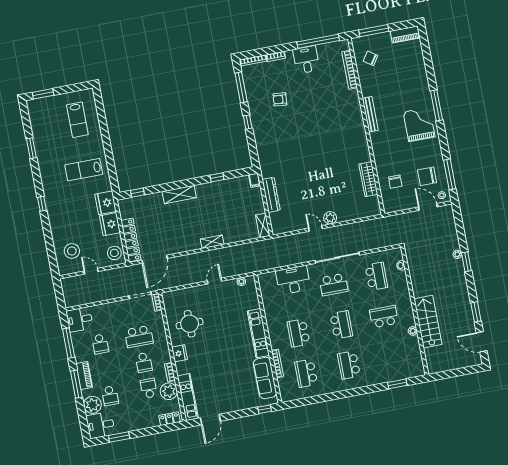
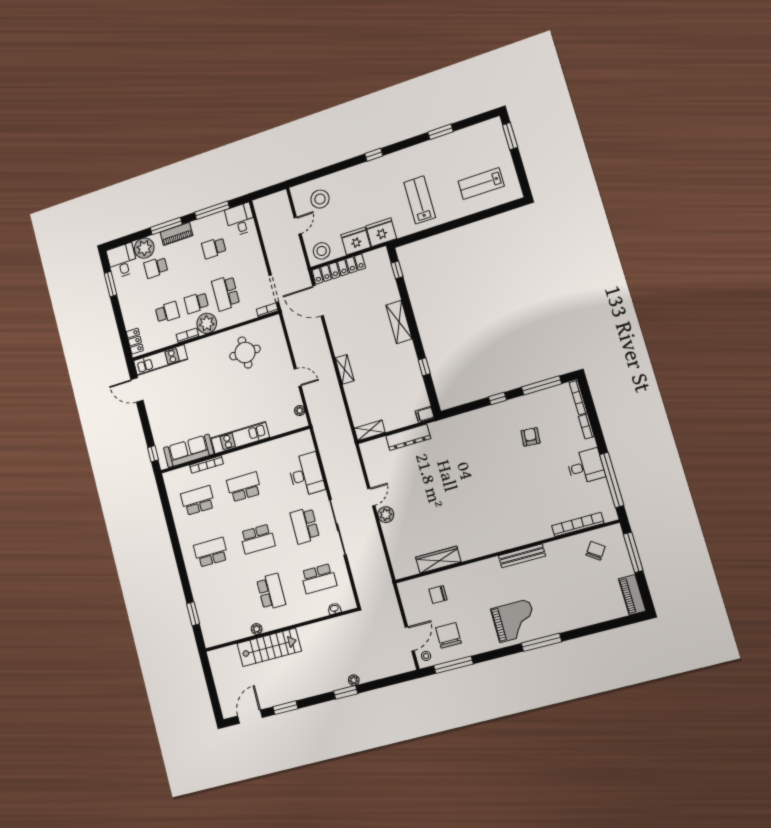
fridge: (180, 353) -> (210, 344), removed
plant: (169, 391) -> (207, 323), moved

